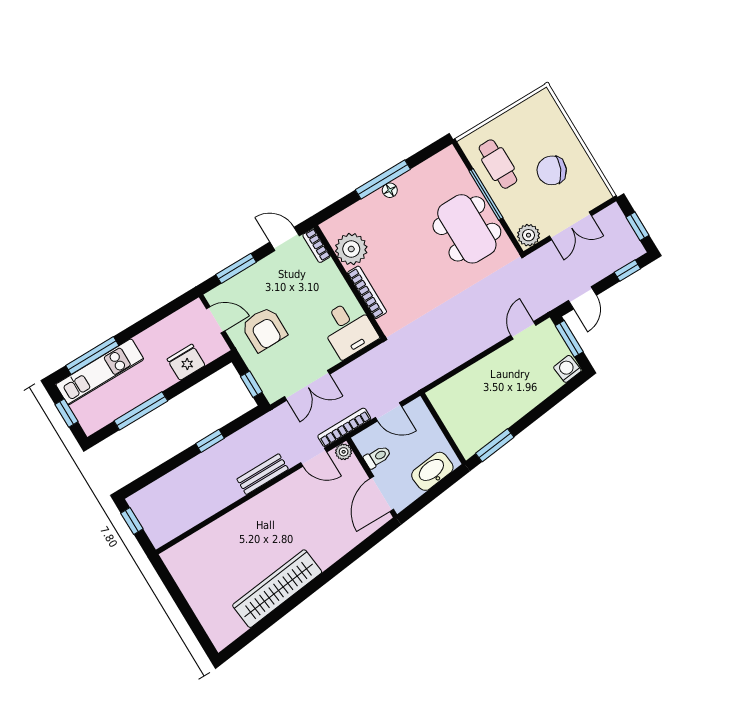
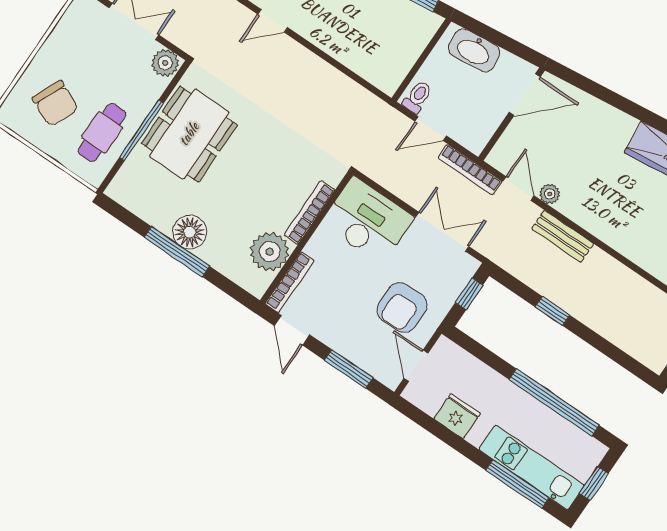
chair: (552, 170) -> (55, 104), moved
floor lamp: (390, 190) -> (190, 232), width x1.89, depth x1.89
bookcase: (317, 246) -> (290, 282), width x1.56
armchair: (264, 329) -> (402, 308), turned 180
desk: (348, 329) -> (368, 220), width x1.37
fridge: (186, 362) -> (457, 416), moved, turned 180
window: (141, 411) -> (554, 402), width x1.46
door: (388, 412) -> (431, 129), swing flipped
plant: (344, 452) -> (550, 194), moved
toilet: (377, 457) -> (417, 97), moved, turned 90

